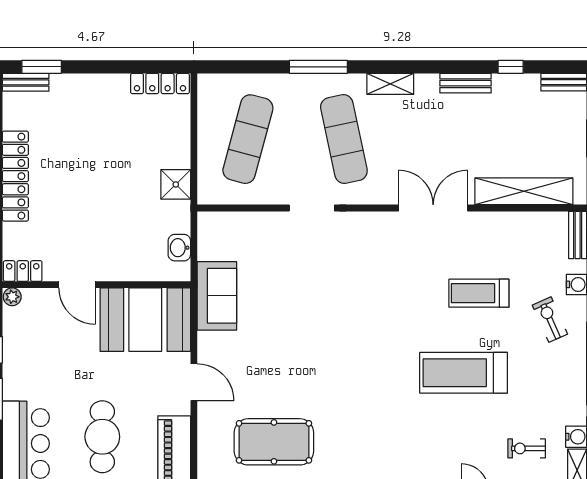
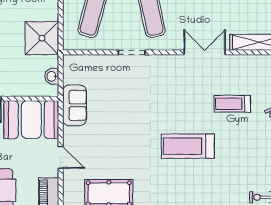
shower: (176, 184) -> (42, 38), width x1.86, depth x1.86
treadmill: (464, 373) -> (188, 146), moved

